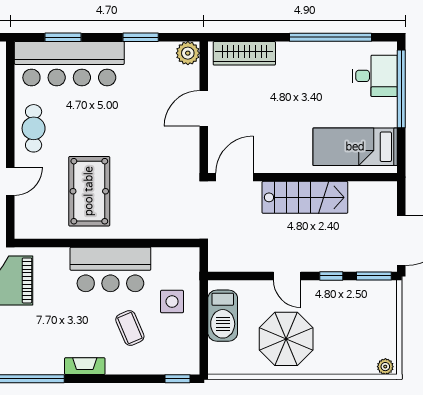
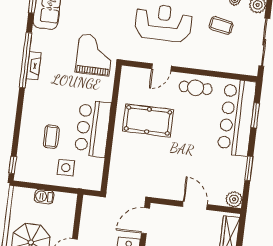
door: (234, 177) -> (145, 221), swing flipped
door: (10, 181) -> (161, 67), hinge flipped
barbecue: (223, 316) -> (44, 197), width x0.53, depth x0.65
coffee table: (130, 328) -> (51, 137), turned -67
fireplace: (85, 366) -> (34, 66), moved

